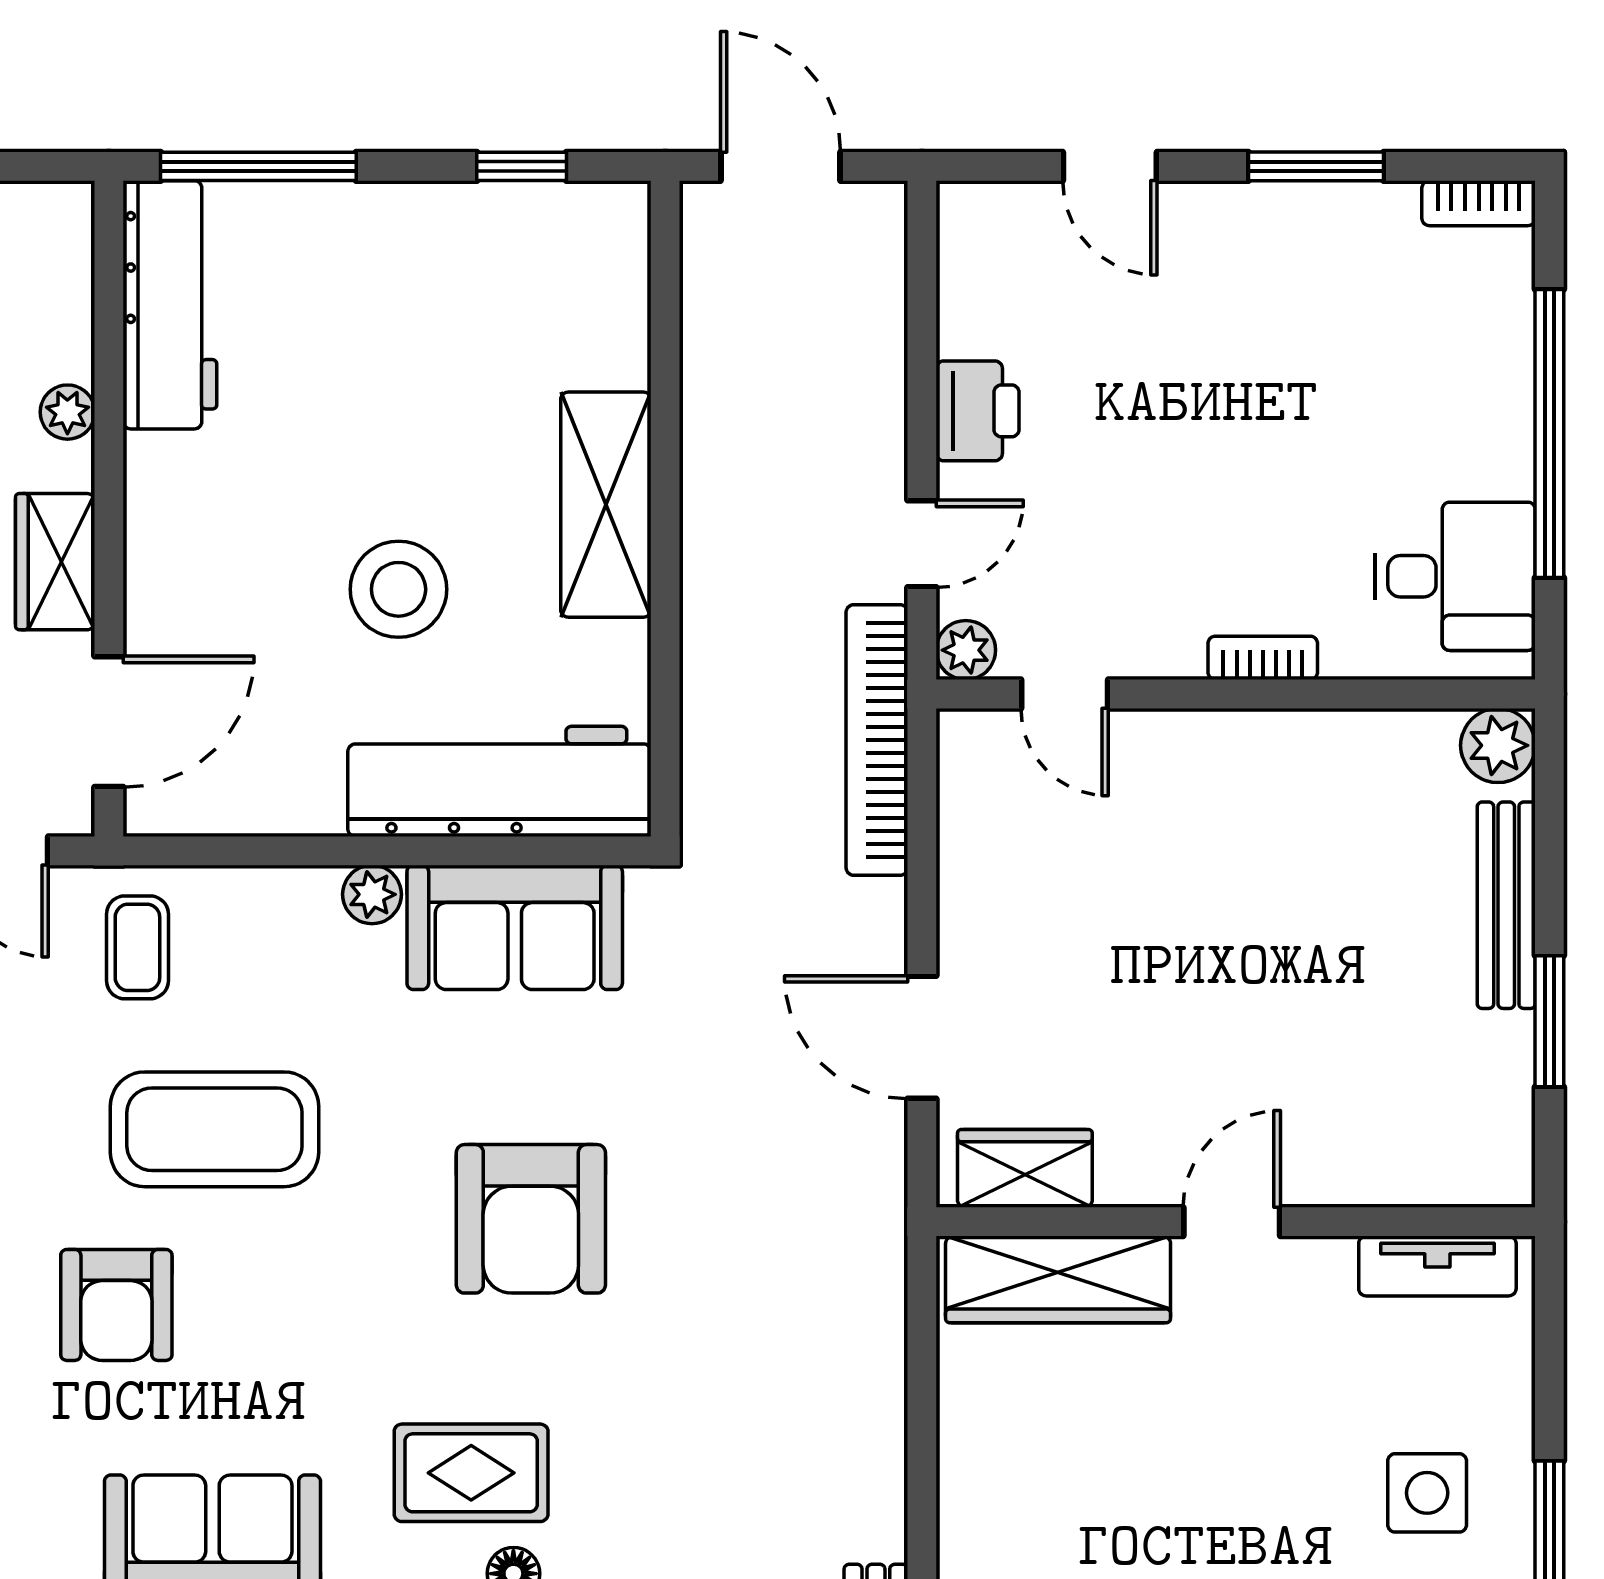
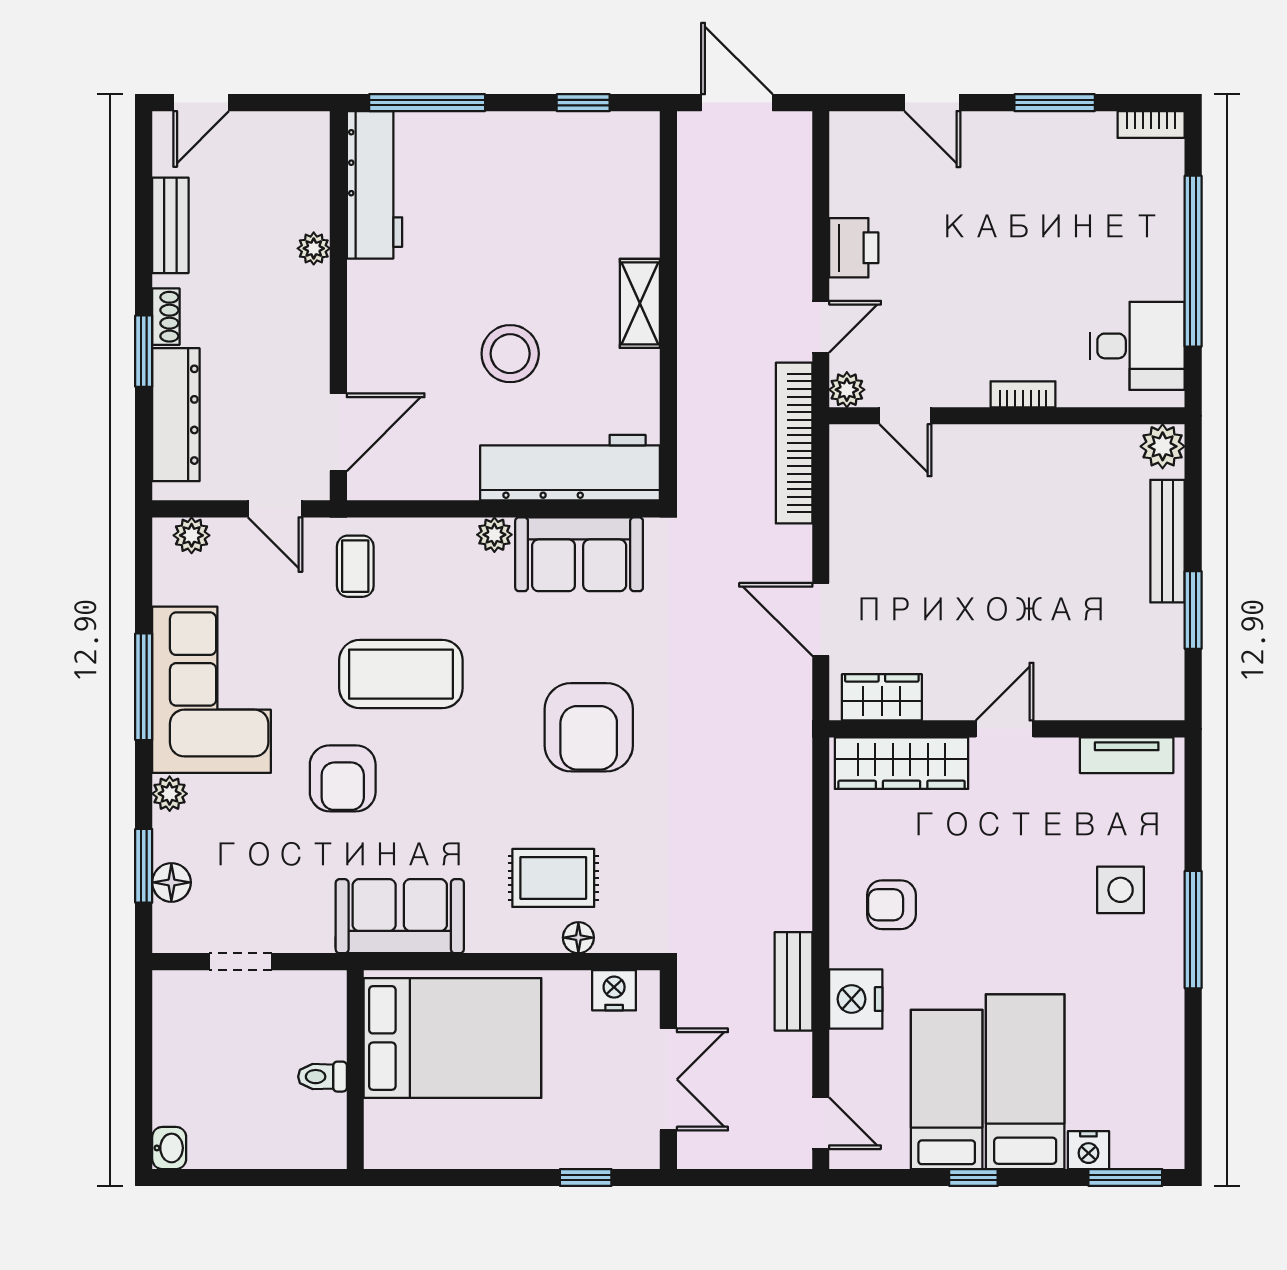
shelving: (606, 505) -> (640, 303), width x0.67, depth x0.75
wardrobe: (55, 562) -> (306, 337), removed
armchair: (1041, 1518) -> (891, 905), added

